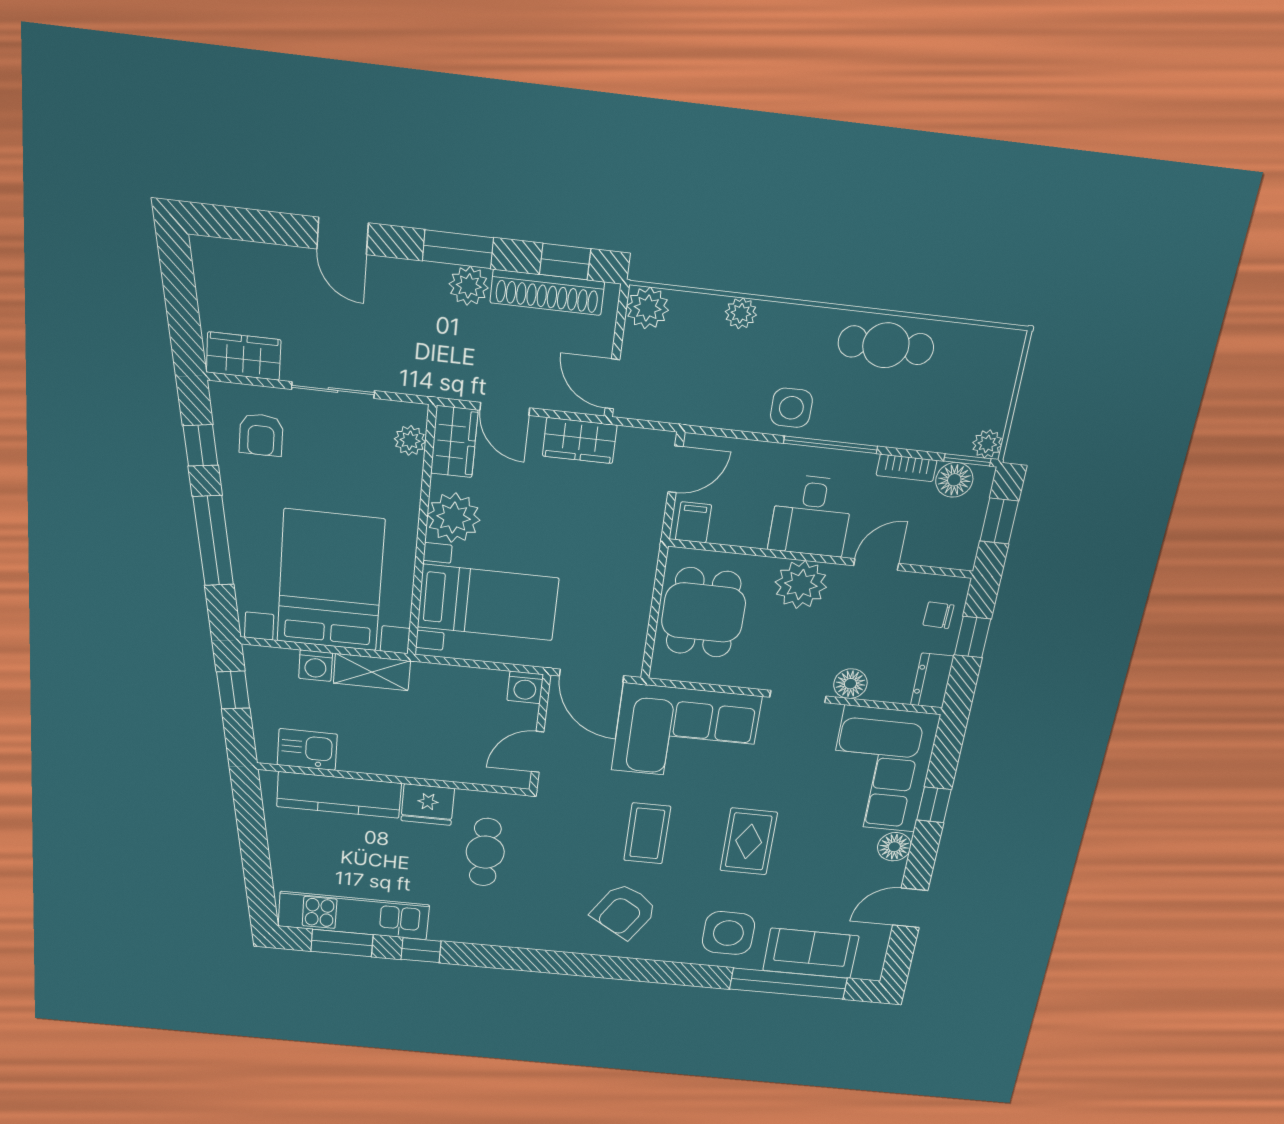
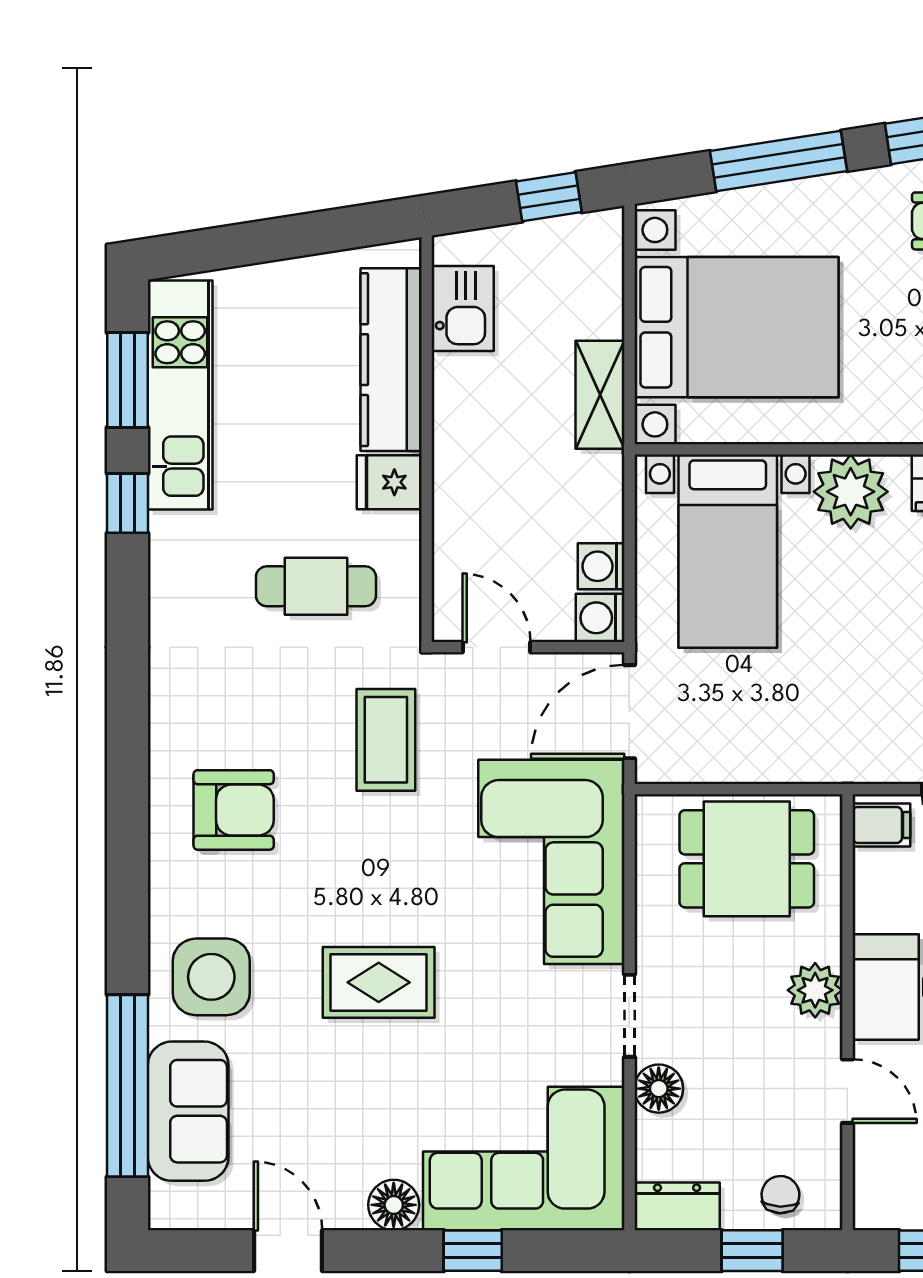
plant: (801, 585) -> (815, 990), width x0.73, depth x0.73
washing machine: (316, 666) -> (601, 566), moved
fridge: (428, 805) -> (389, 482), width x0.72
coffee table: (647, 833) -> (386, 740), moved, turned 90
armchair: (624, 911) -> (234, 810), turned 148

